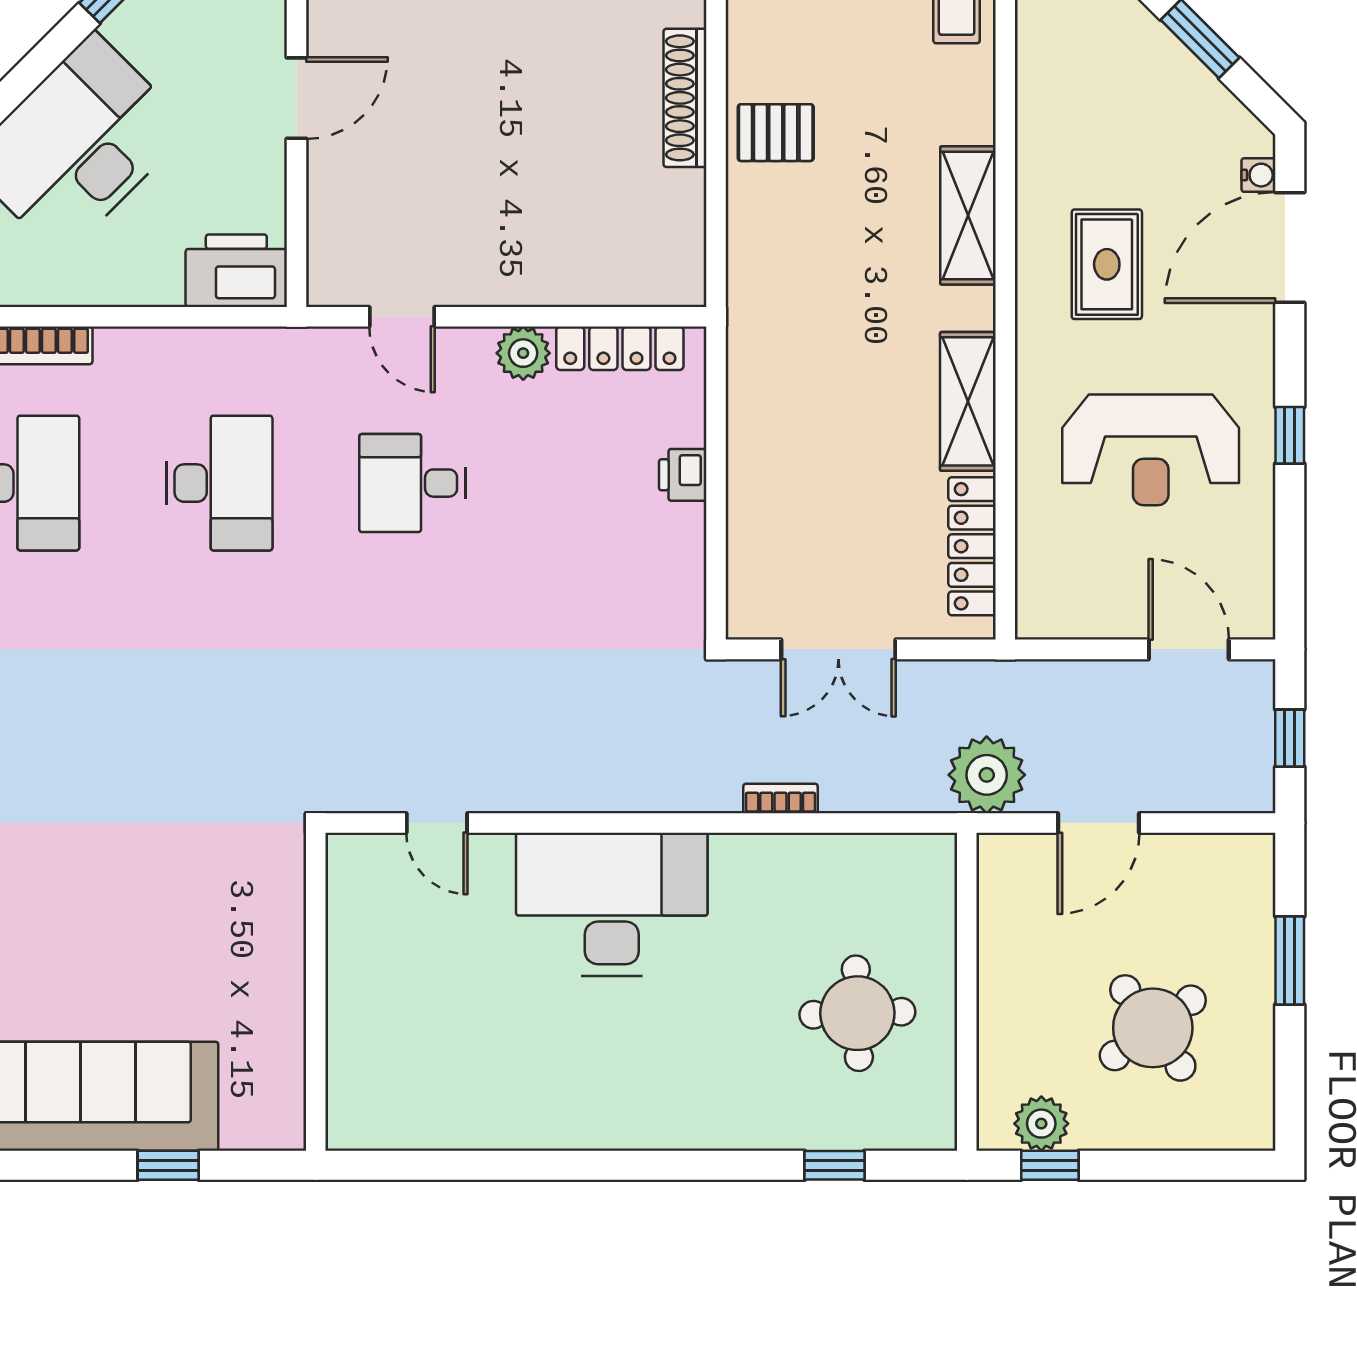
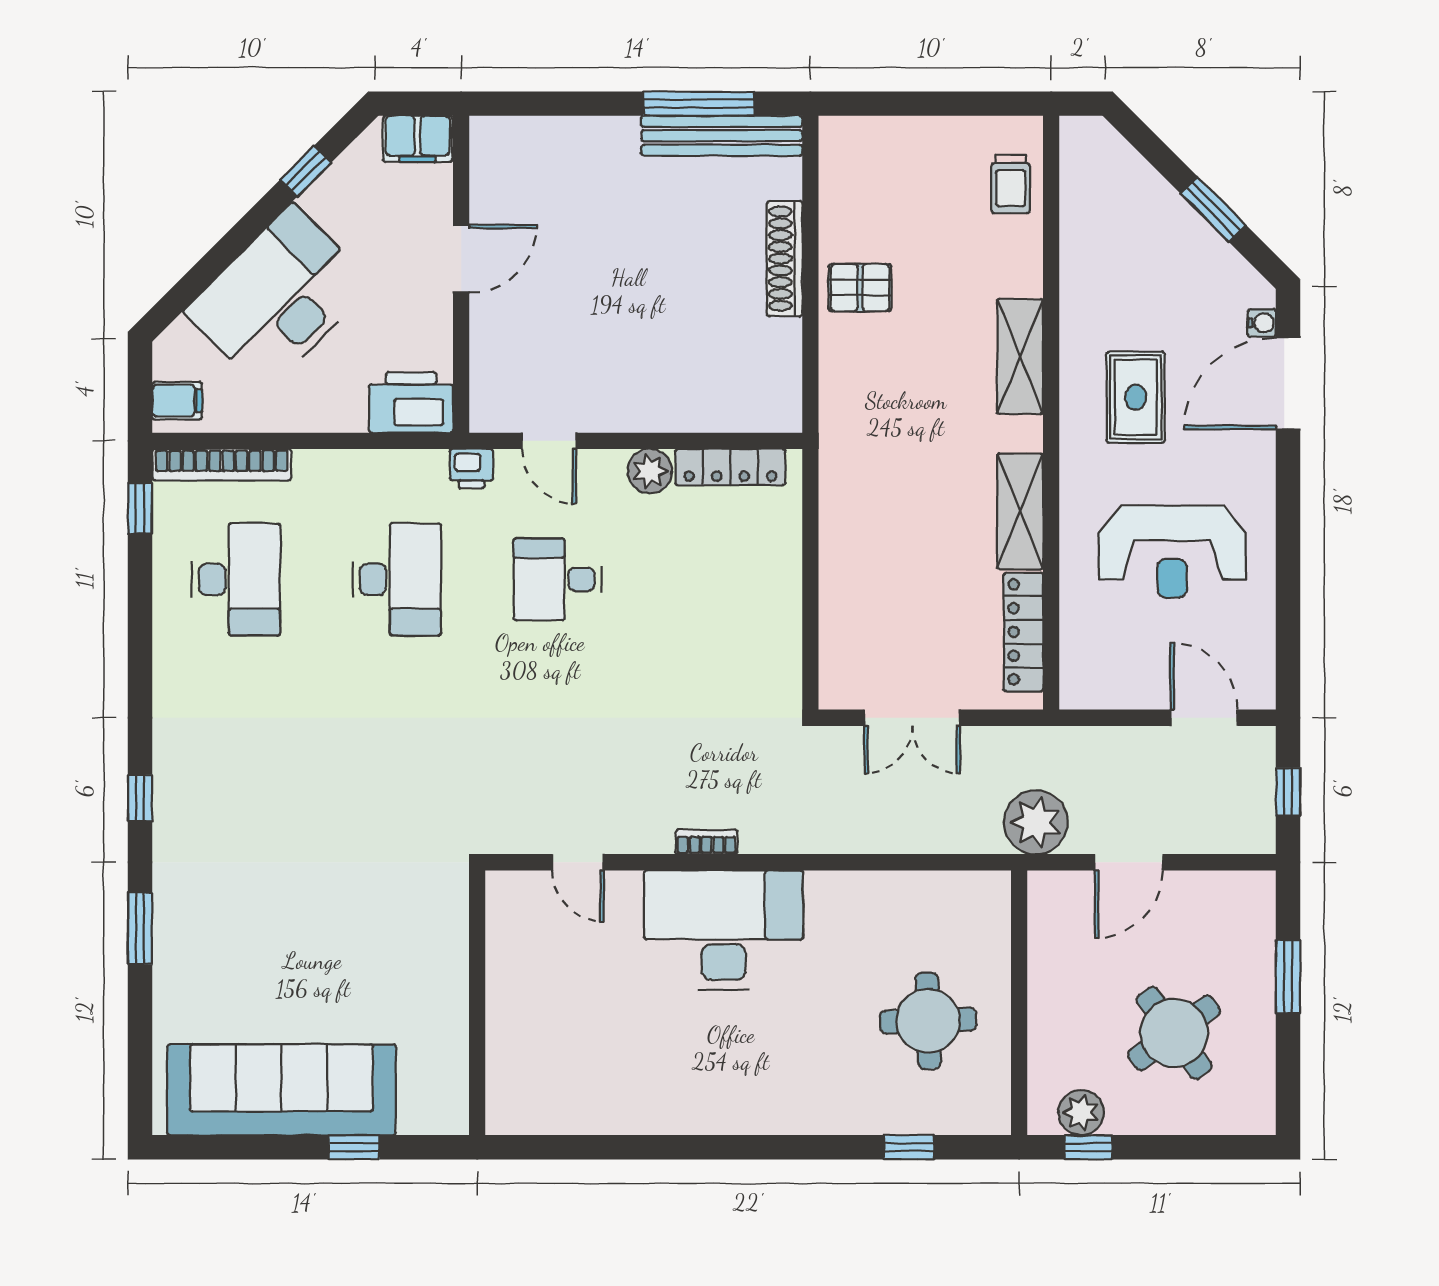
window: (1290, 435) -> (1288, 539), removed
printer: (683, 475) -> (471, 469), moved, turned -90
bookcase: (781, 798) -> (706, 842), moved

